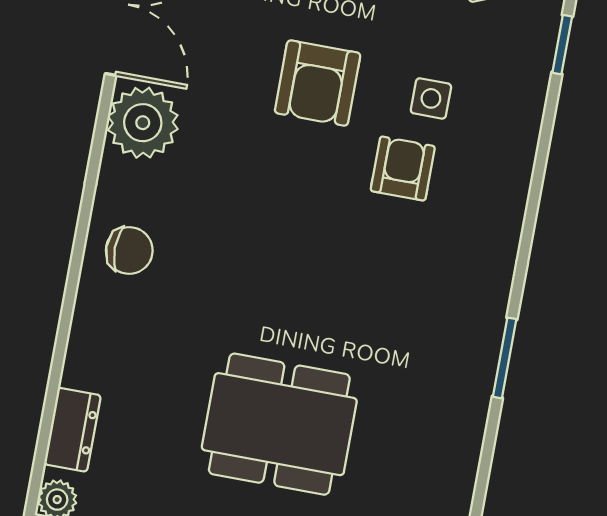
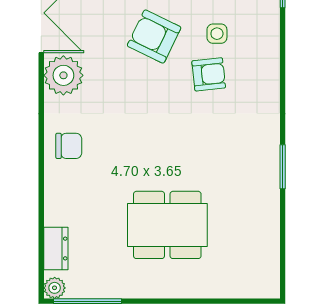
armchair: (318, 83) -> (154, 37), turned 116
armchair: (403, 169) -> (209, 74), turned 84

